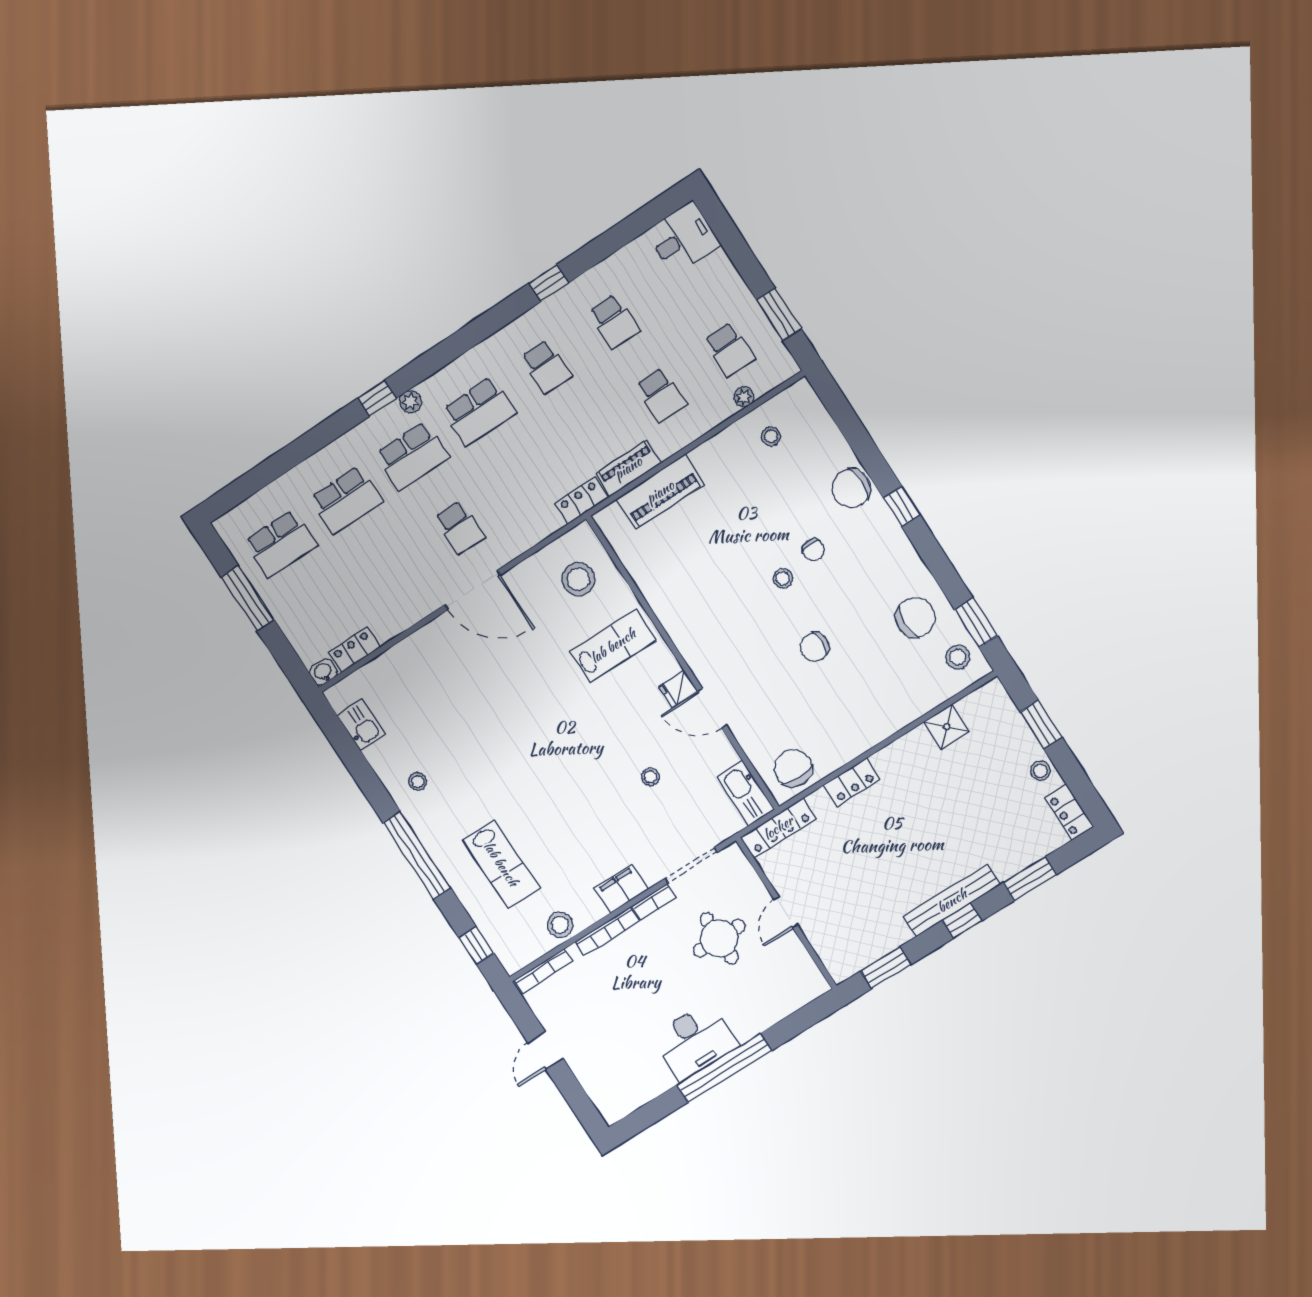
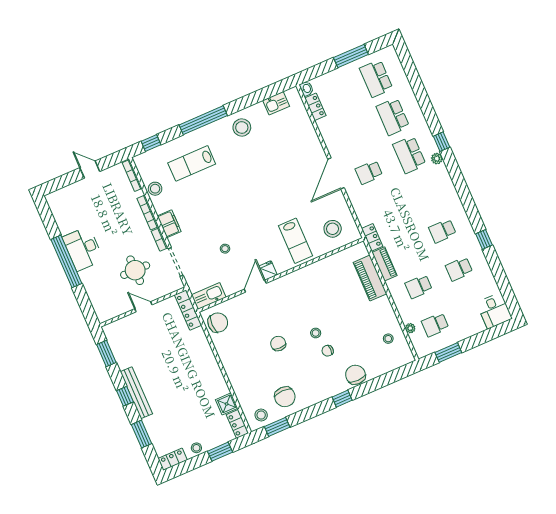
school desk: (479, 411) -> (426, 193), removed
stool: (418, 782) -> (242, 127), width x1.89, depth x1.89
locker: (852, 782) -> (237, 424), moved

